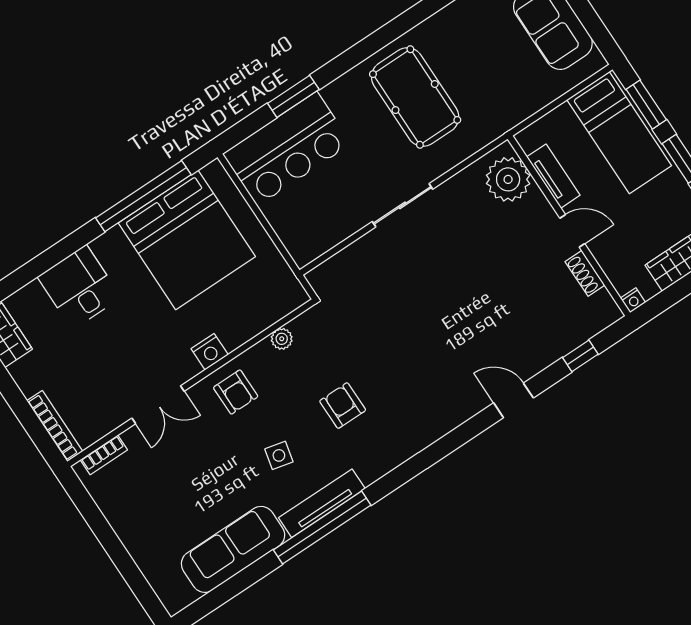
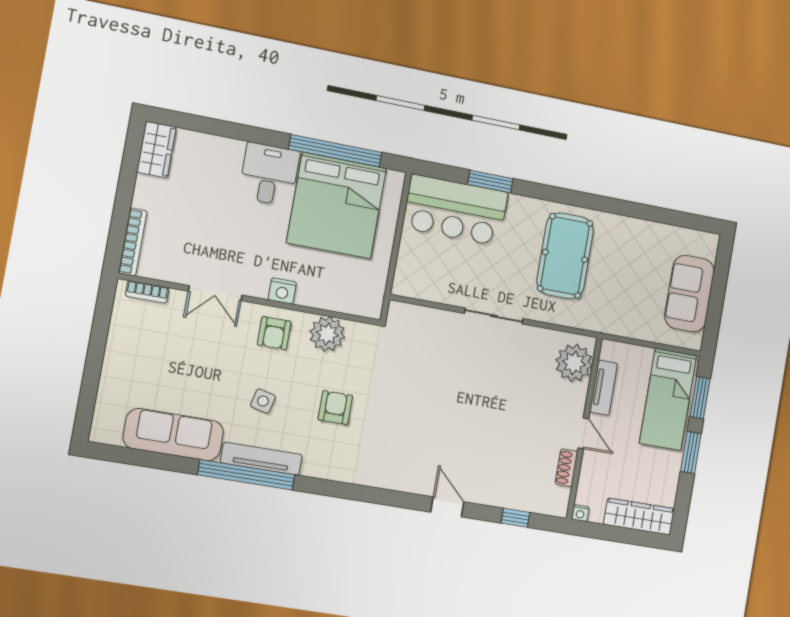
desk: (79, 287) -> (269, 174), moved
plant: (282, 339) -> (327, 334), width x1.88, depth x1.88

